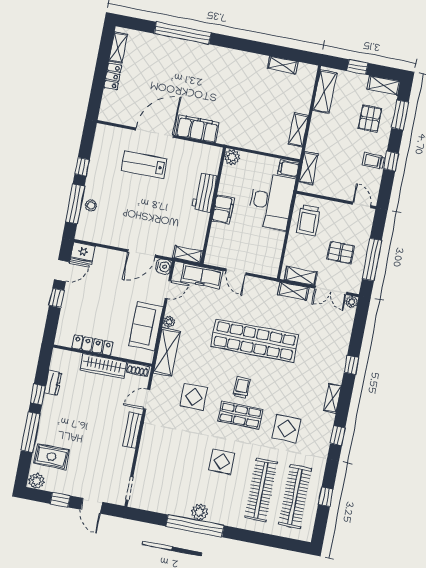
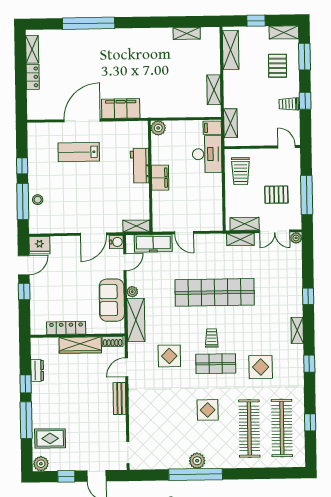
desk: (271, 201) -> (207, 154), width x0.73, depth x0.77

